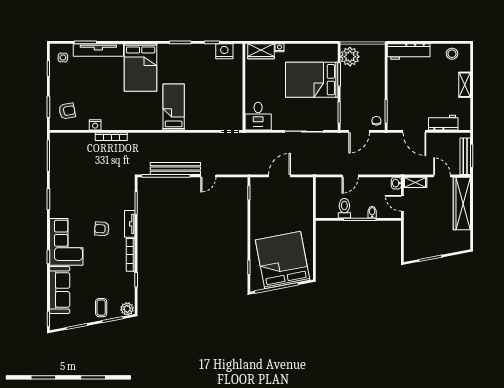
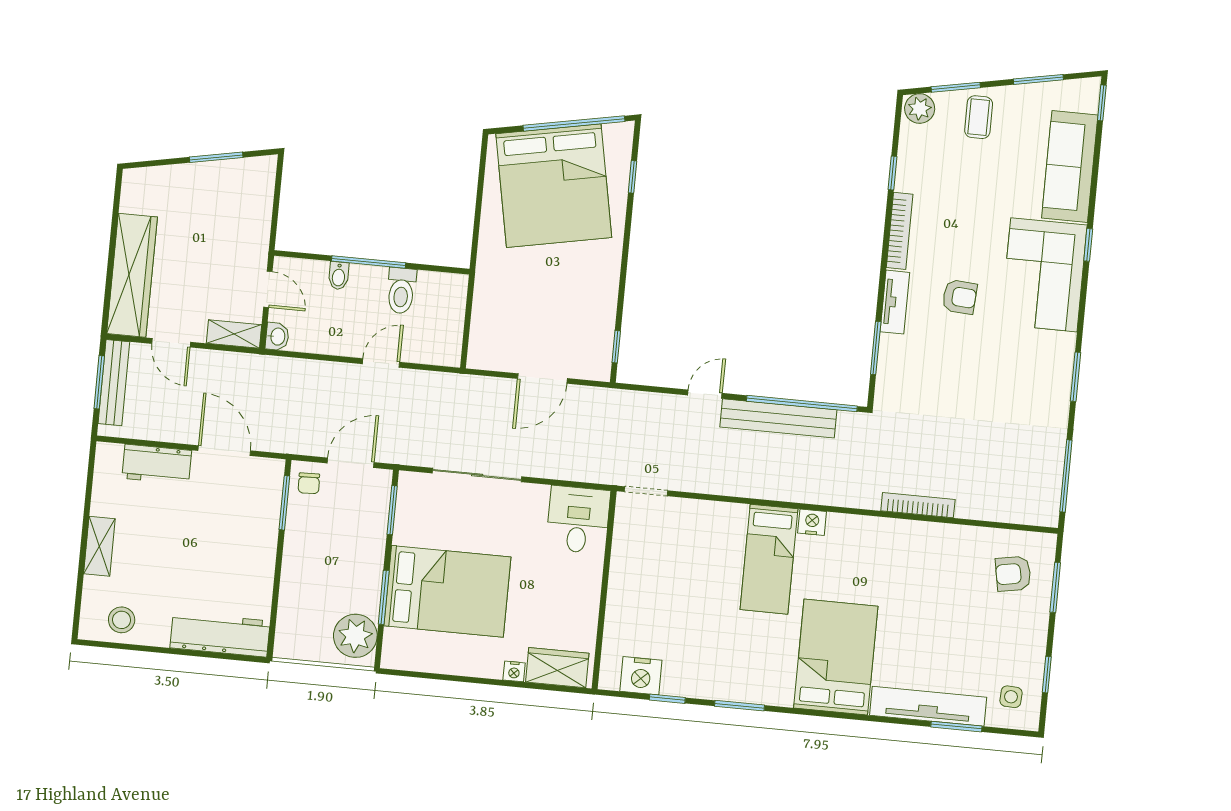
nightstand: (95, 125) -> (812, 522), moved

